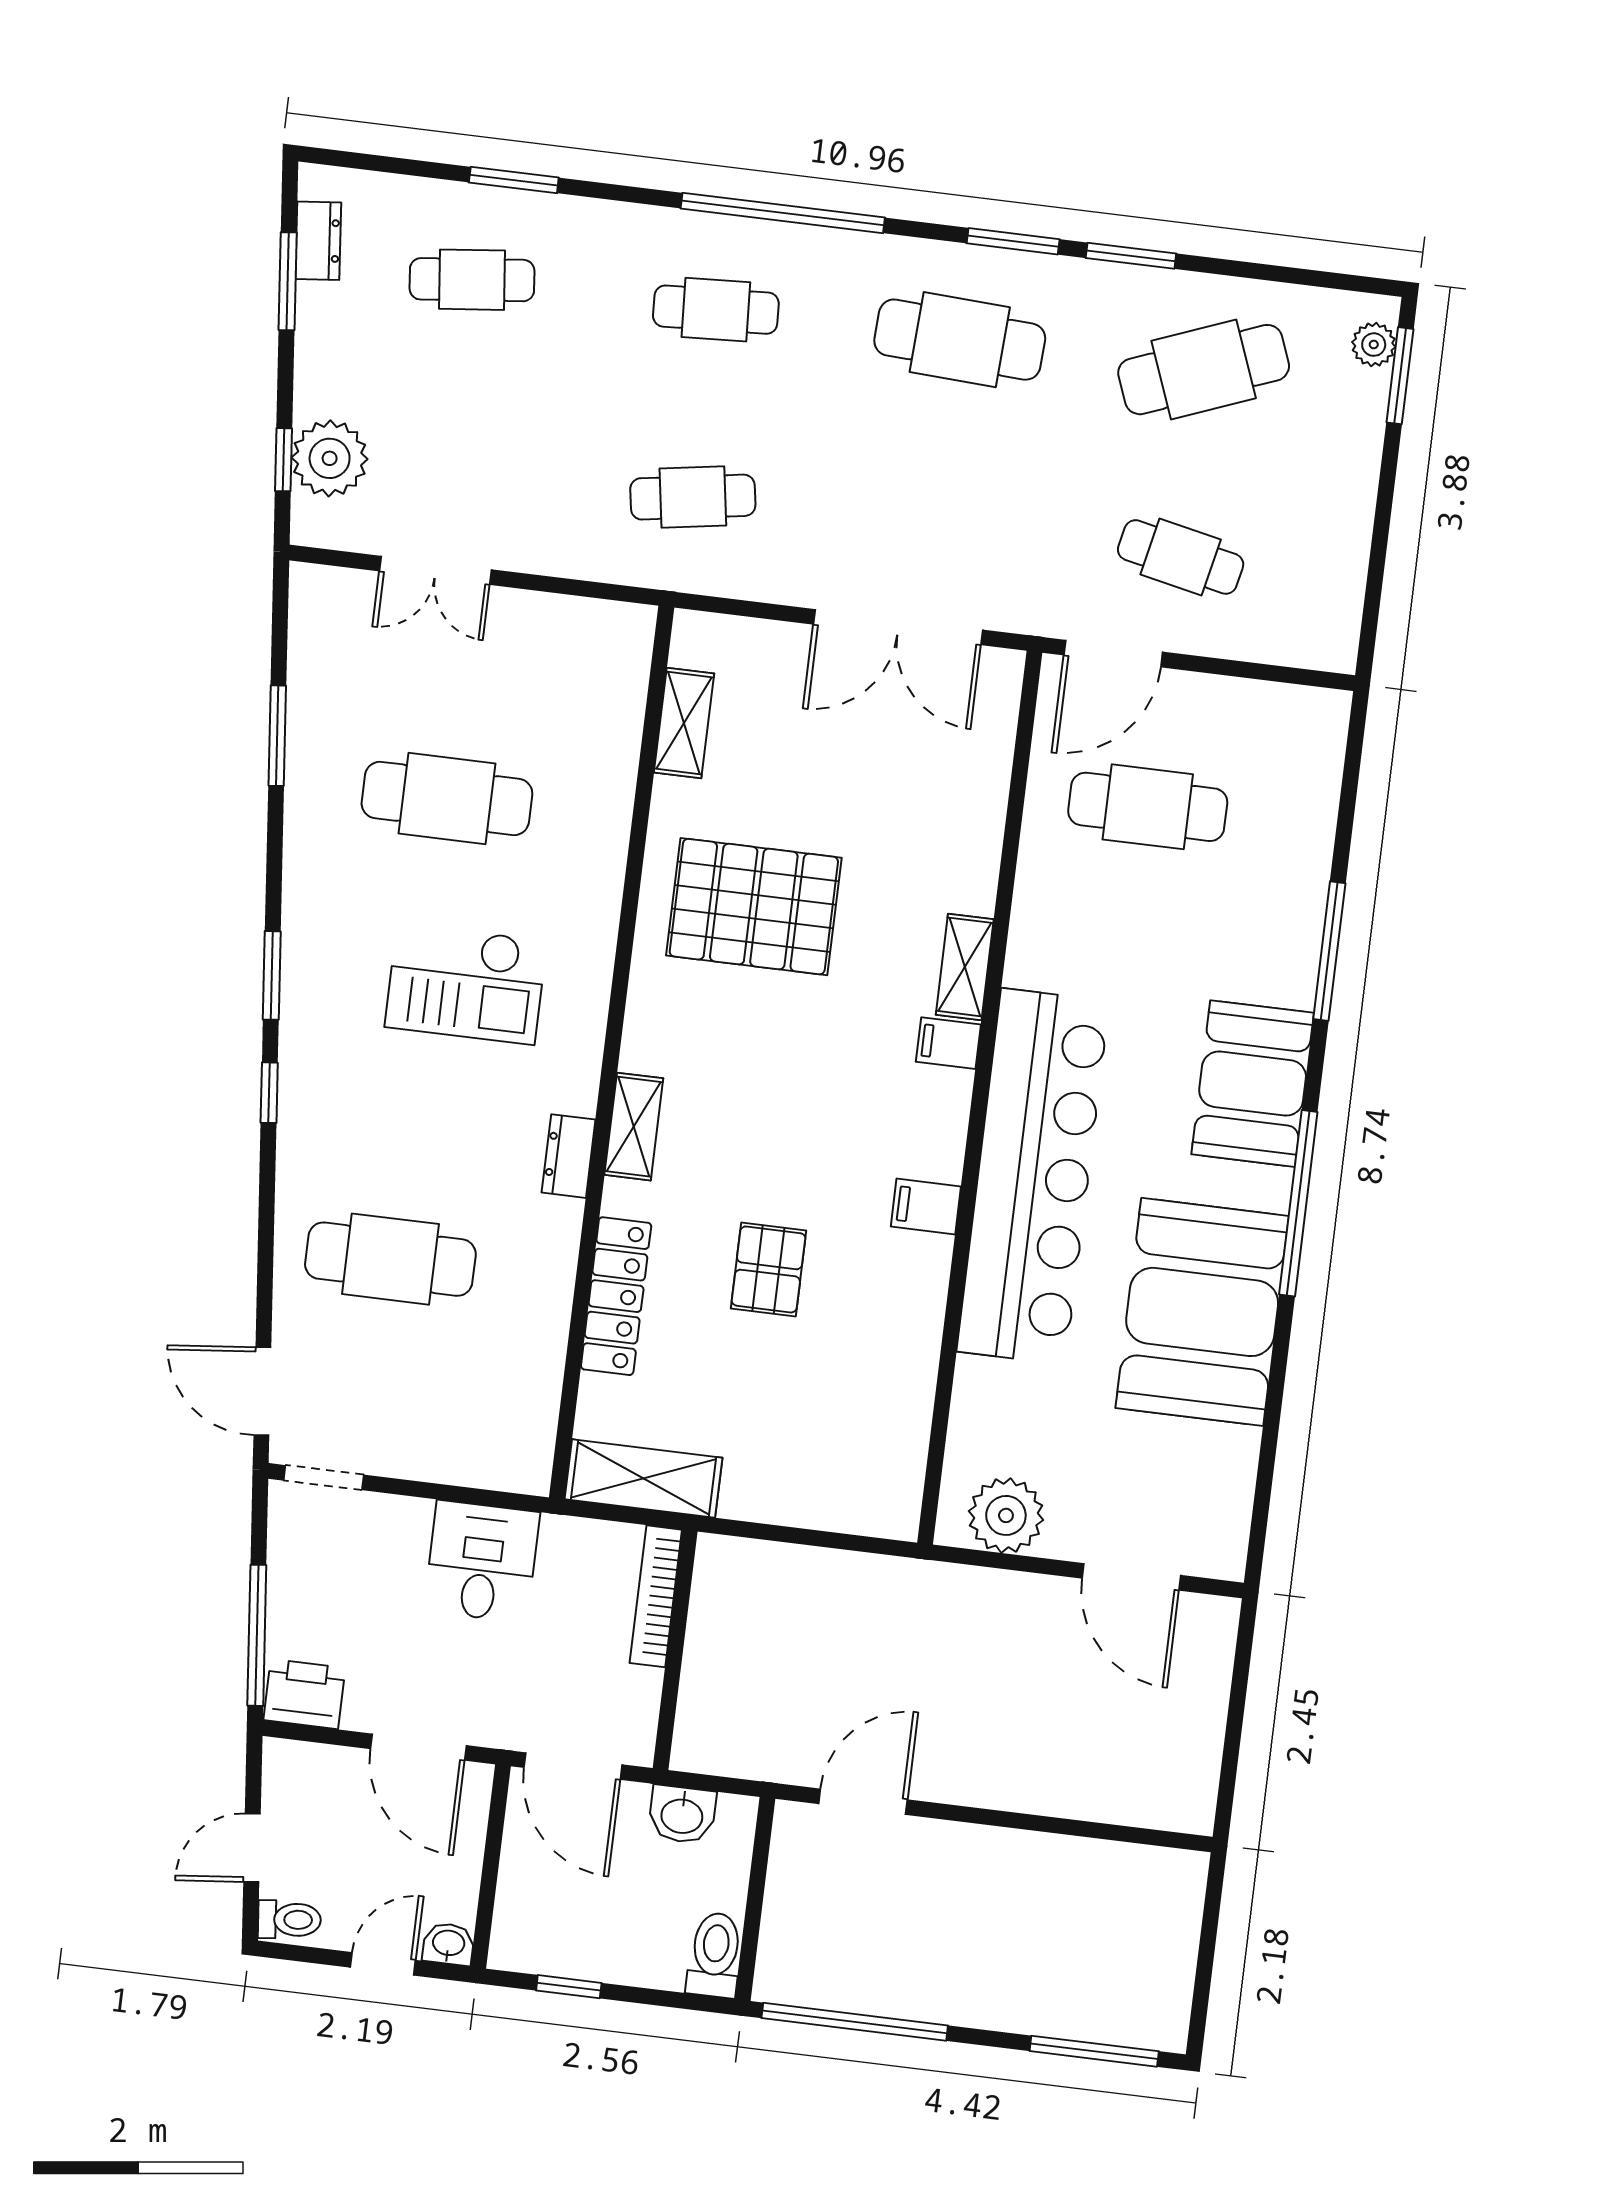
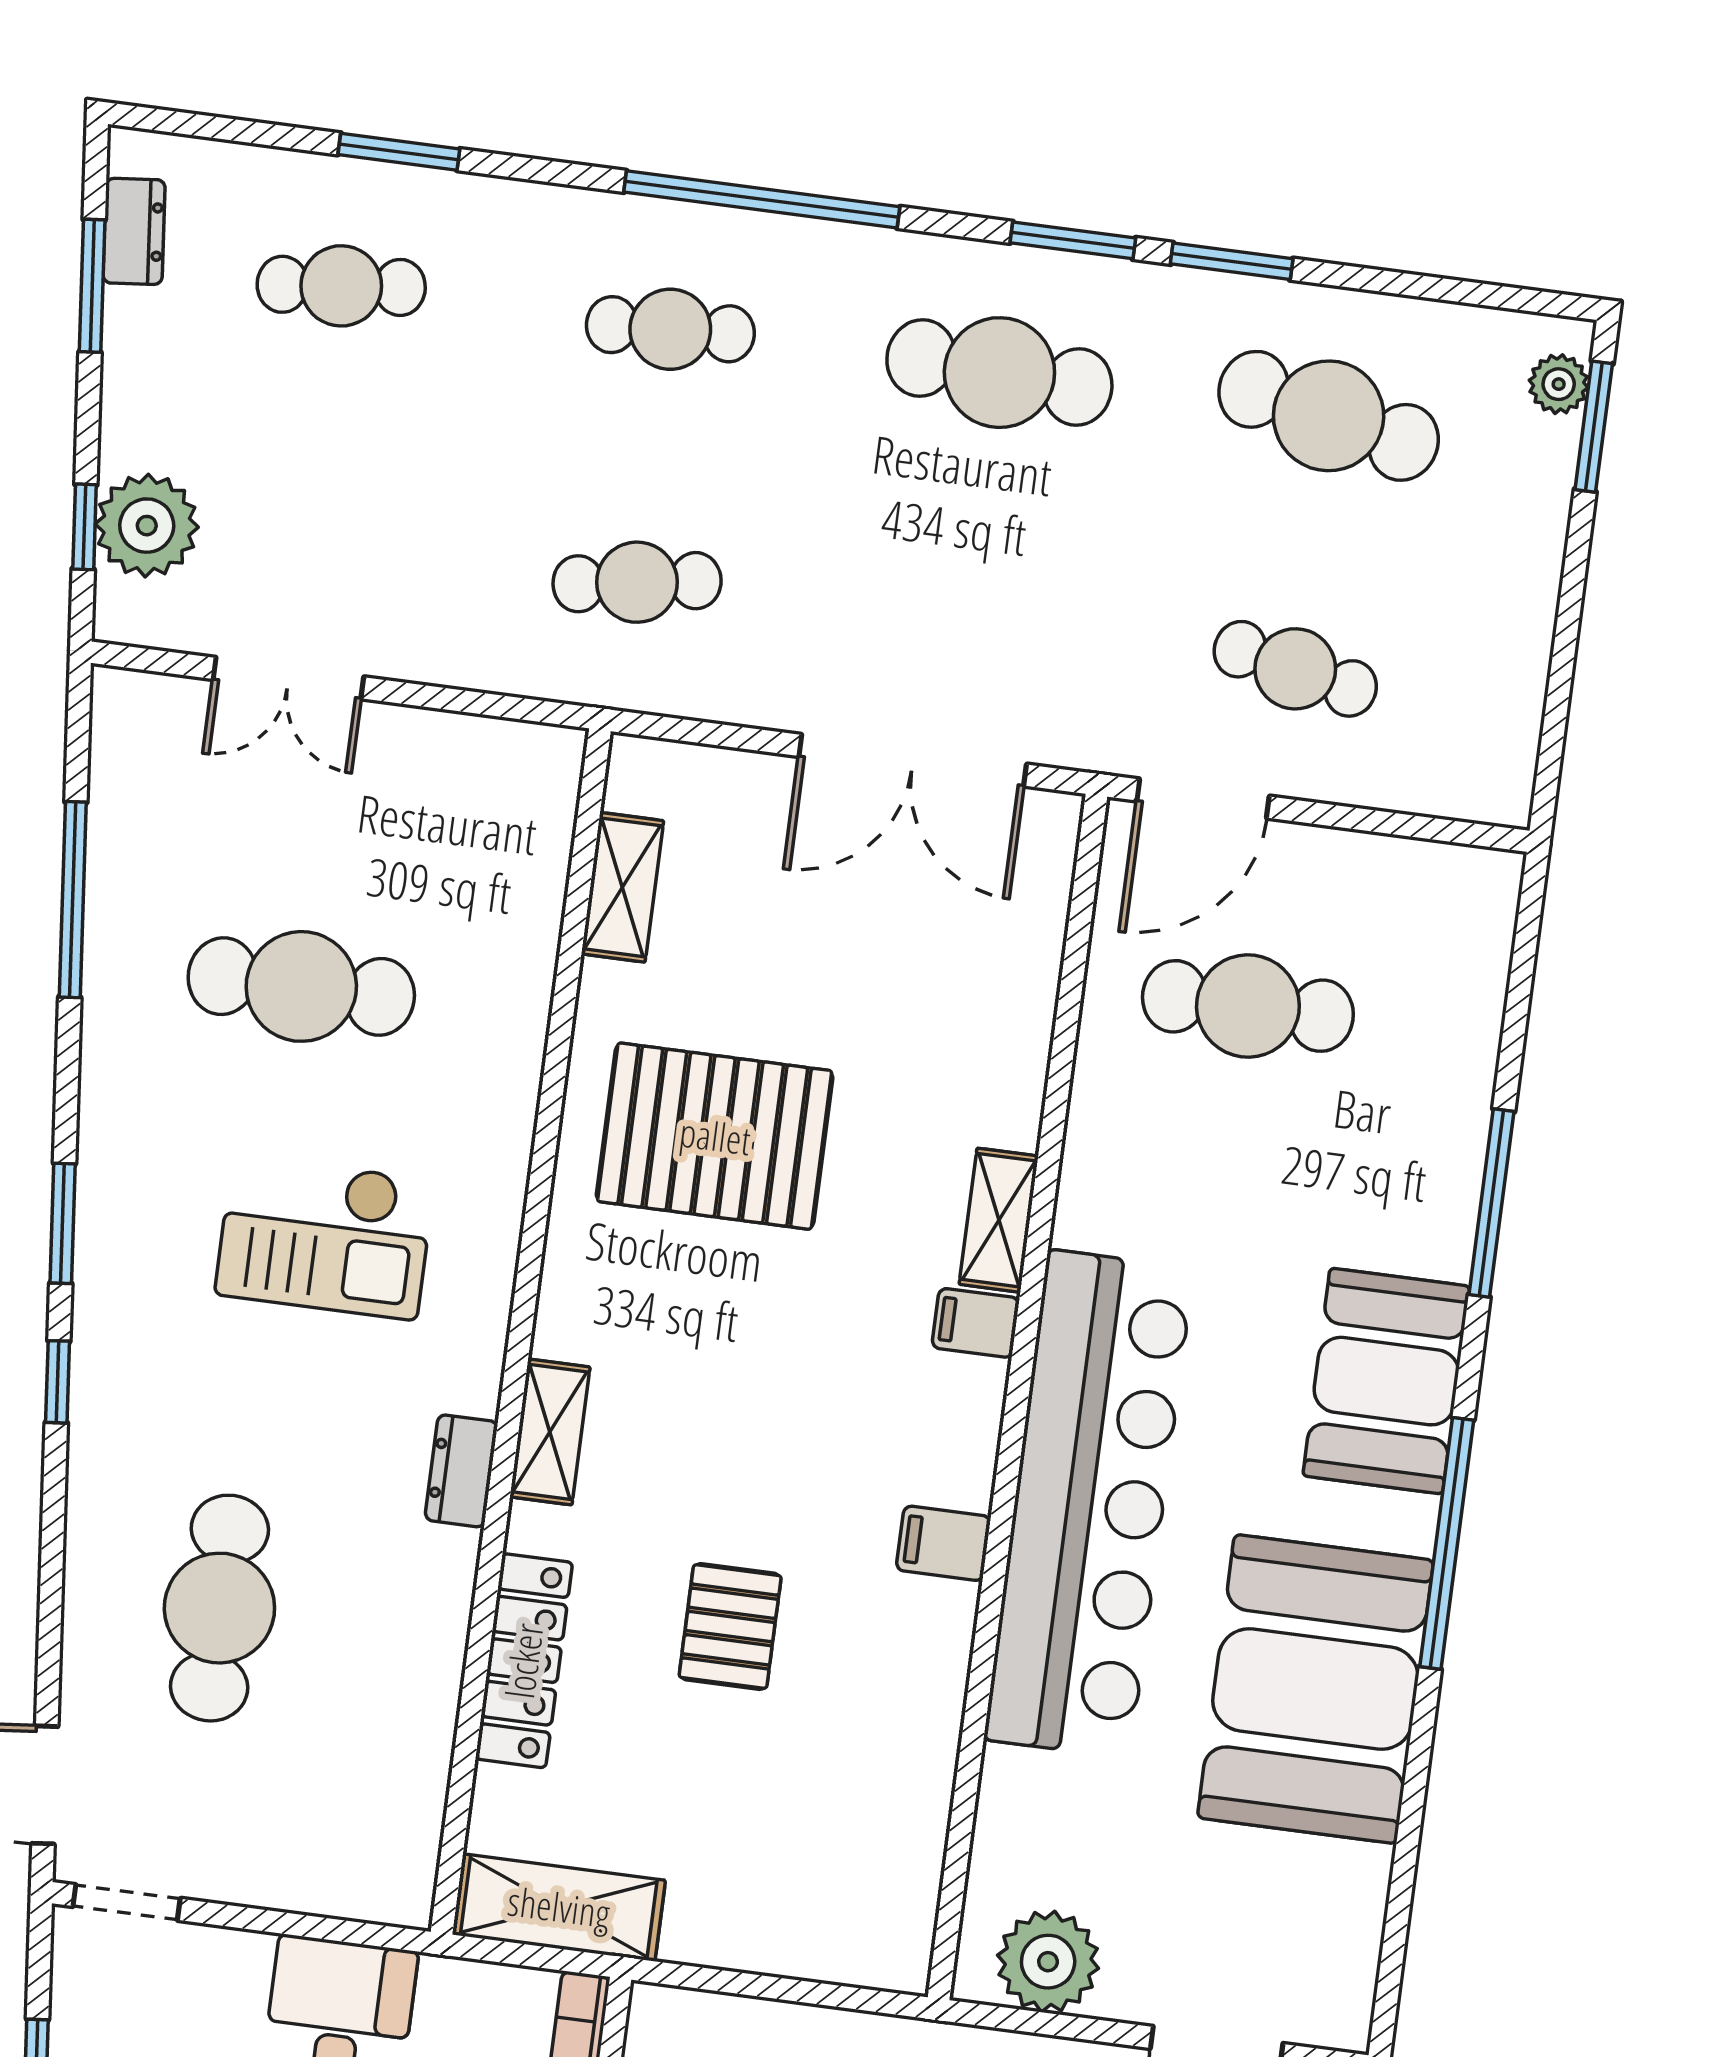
cafe table: (1204, 370) -> (1329, 416), turned 33
window: (277, 736) -> (73, 900), width x1.44
cafe table: (390, 1259) -> (219, 1608), turned 90

